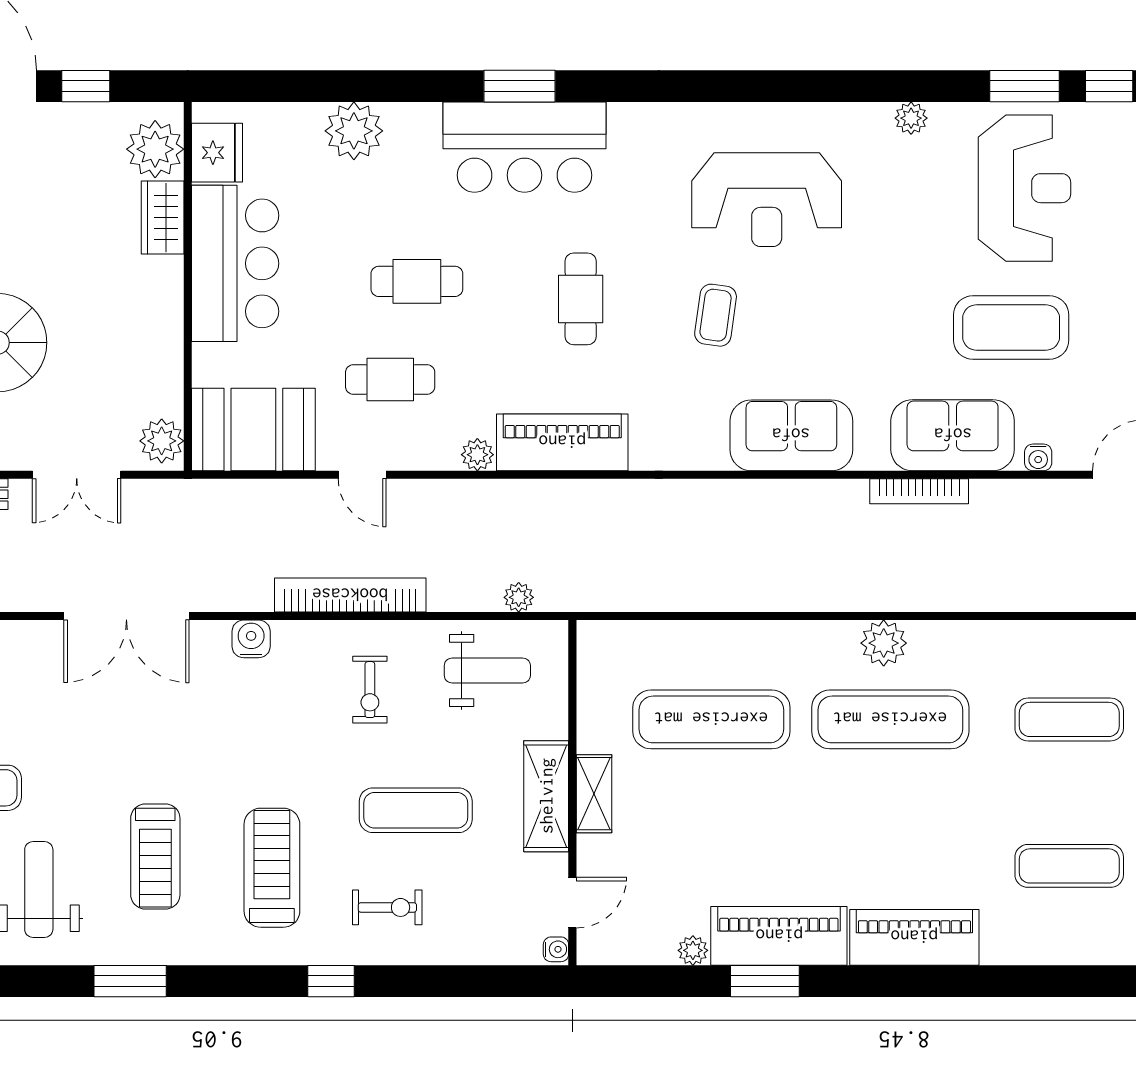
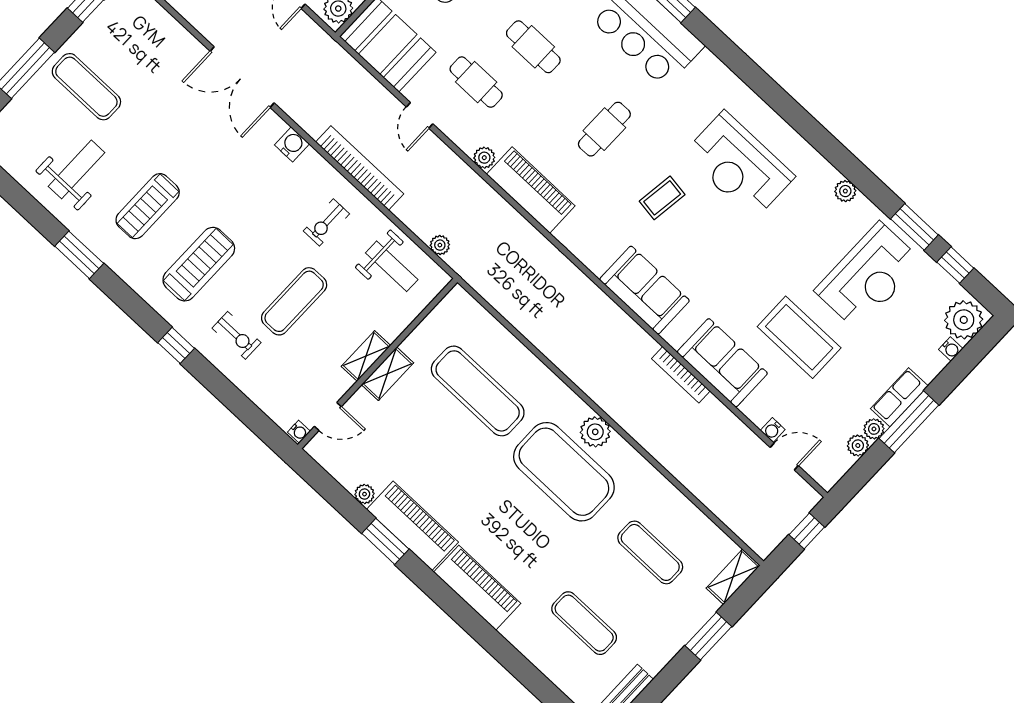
water cooler: (1038, 457) -> (773, 430), moved
exercise mat: (890, 719) -> (564, 472), width x1.47
shelving: (546, 796) -> (366, 356), width x0.67, depth x0.75
exercise mat: (416, 810) -> (294, 301), turned 90

